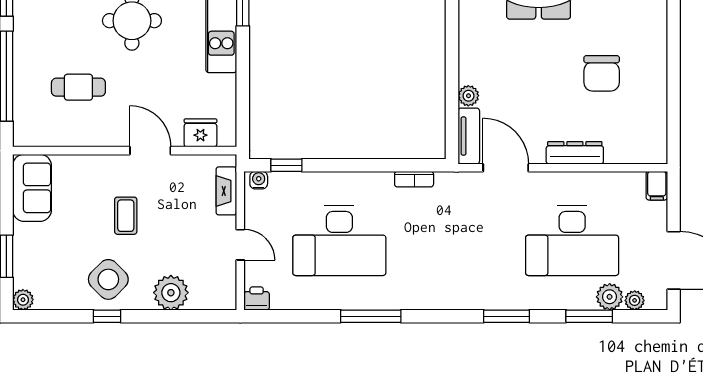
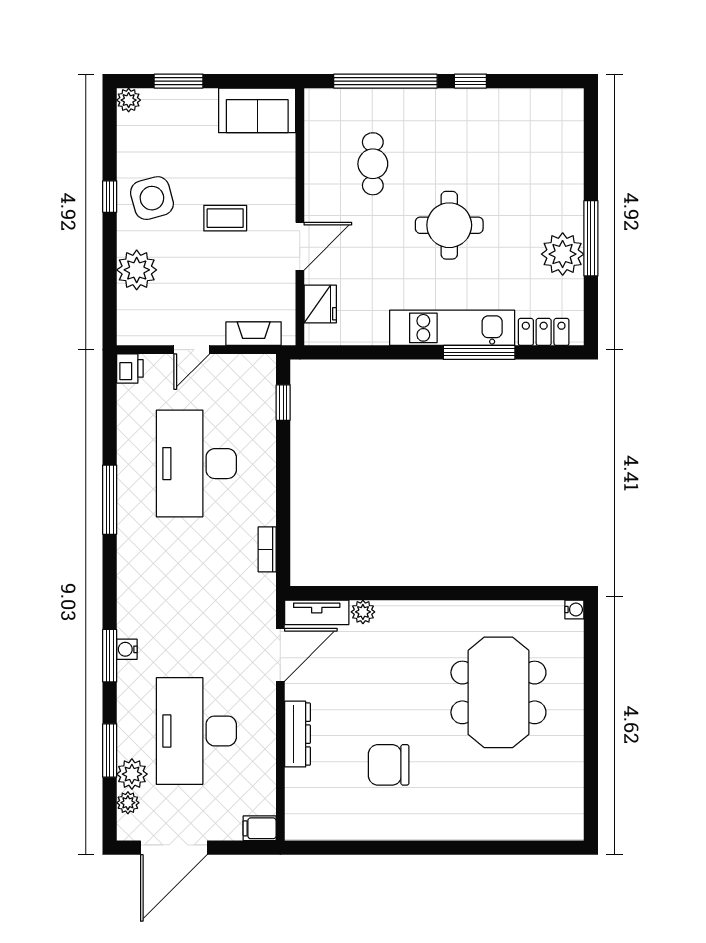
water cooler: (259, 180) -> (127, 649), moved, turned 180
side table: (108, 279) -> (152, 198), turned 30

